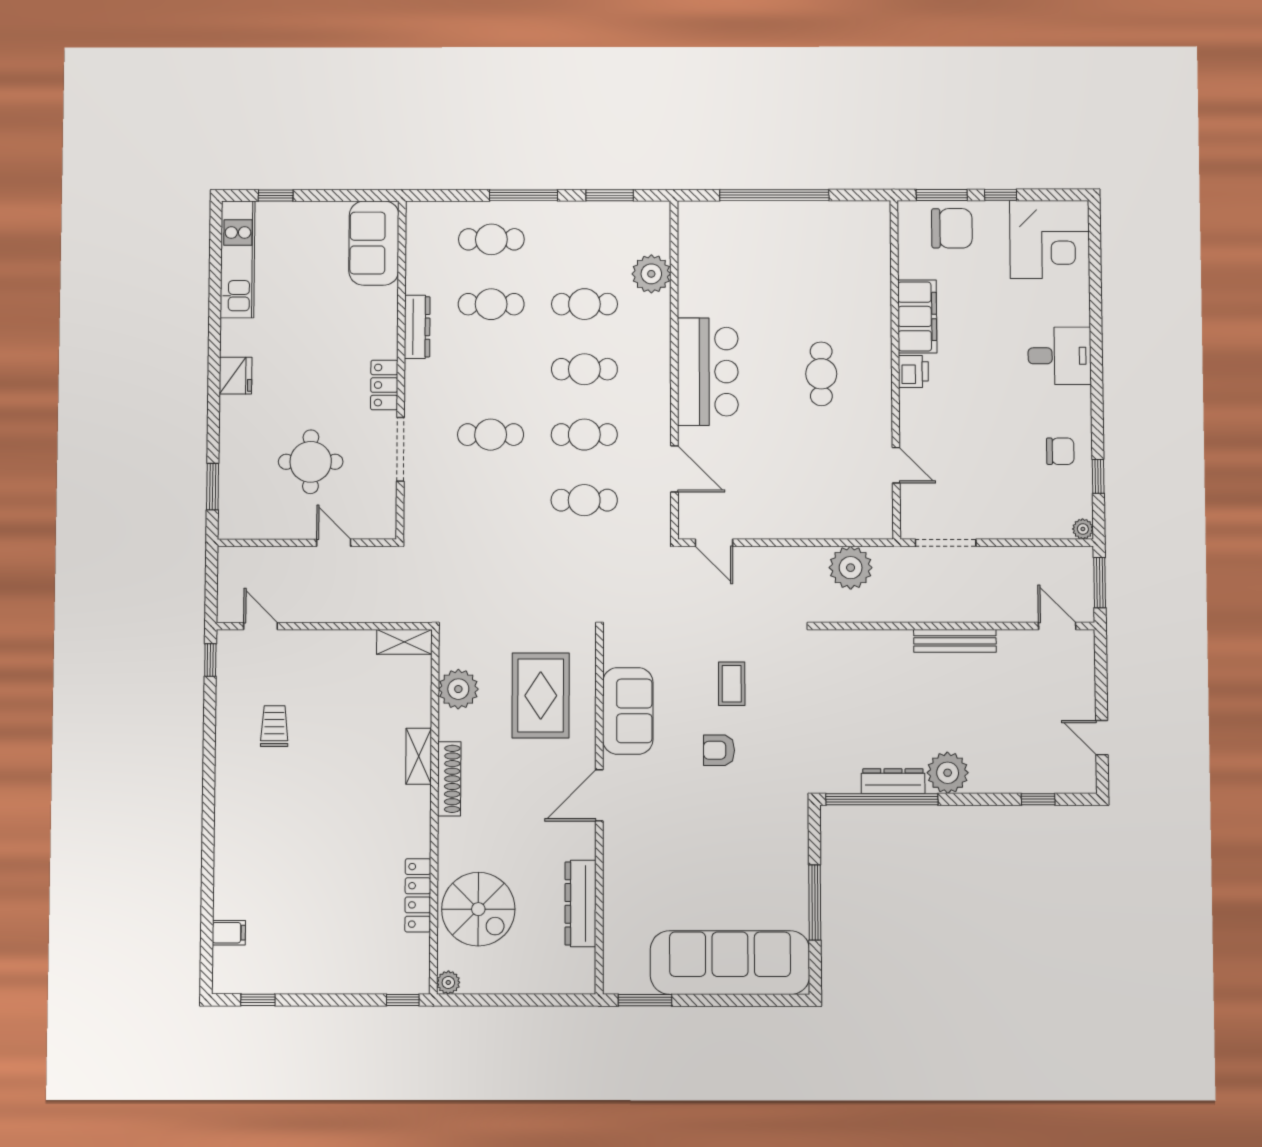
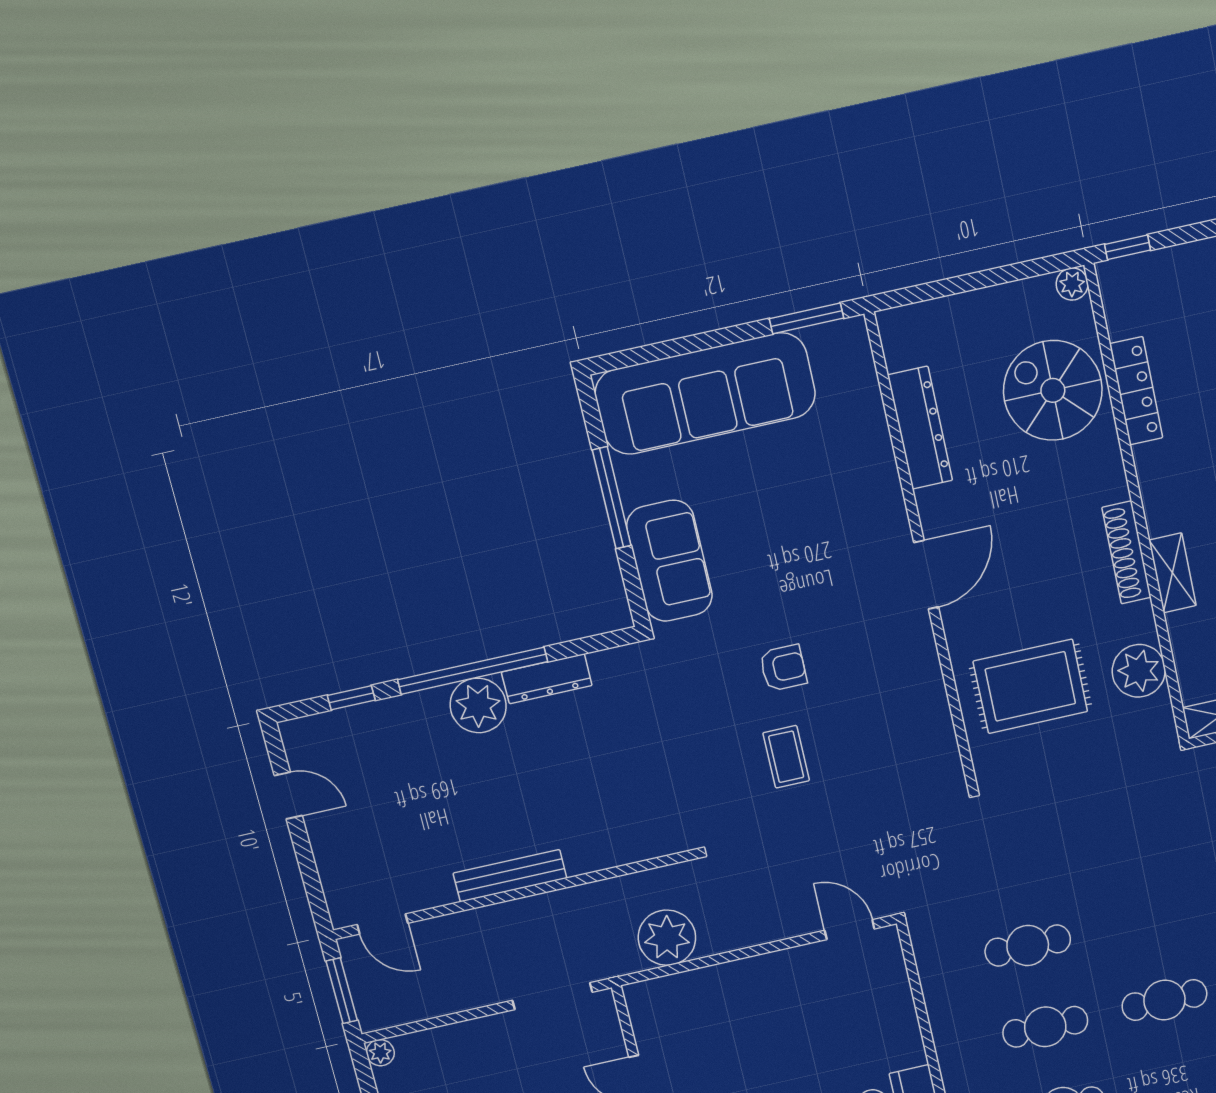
door: (674, 469) -> (921, 1010), removed
rug: (541, 696) -> (1030, 686), turned 90
sofa: (628, 711) -> (669, 561), moved, turned 180
window: (882, 799) -> (473, 671), moved

